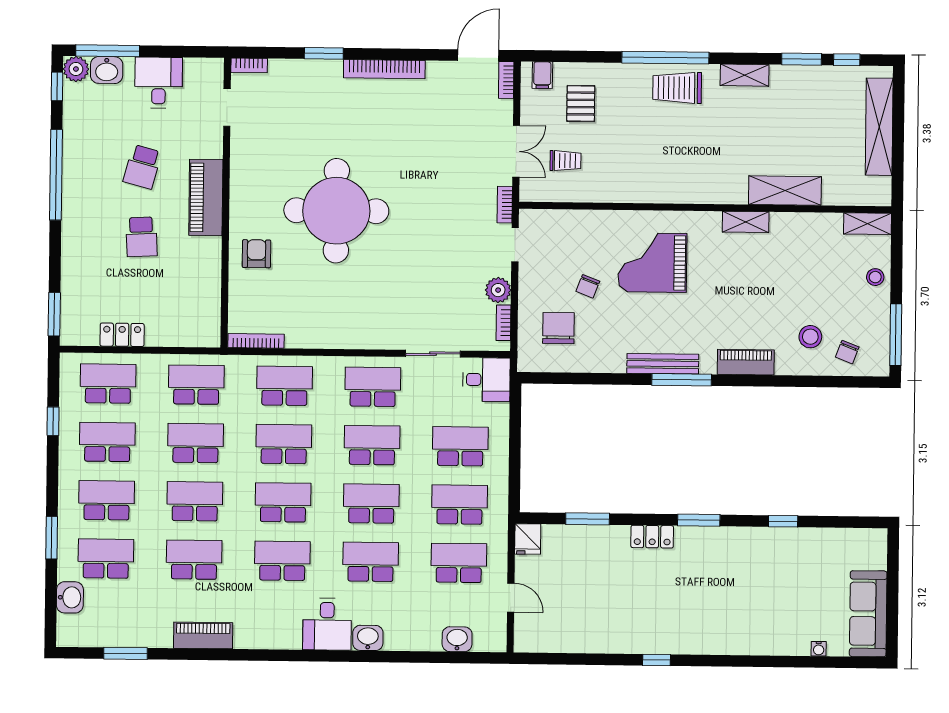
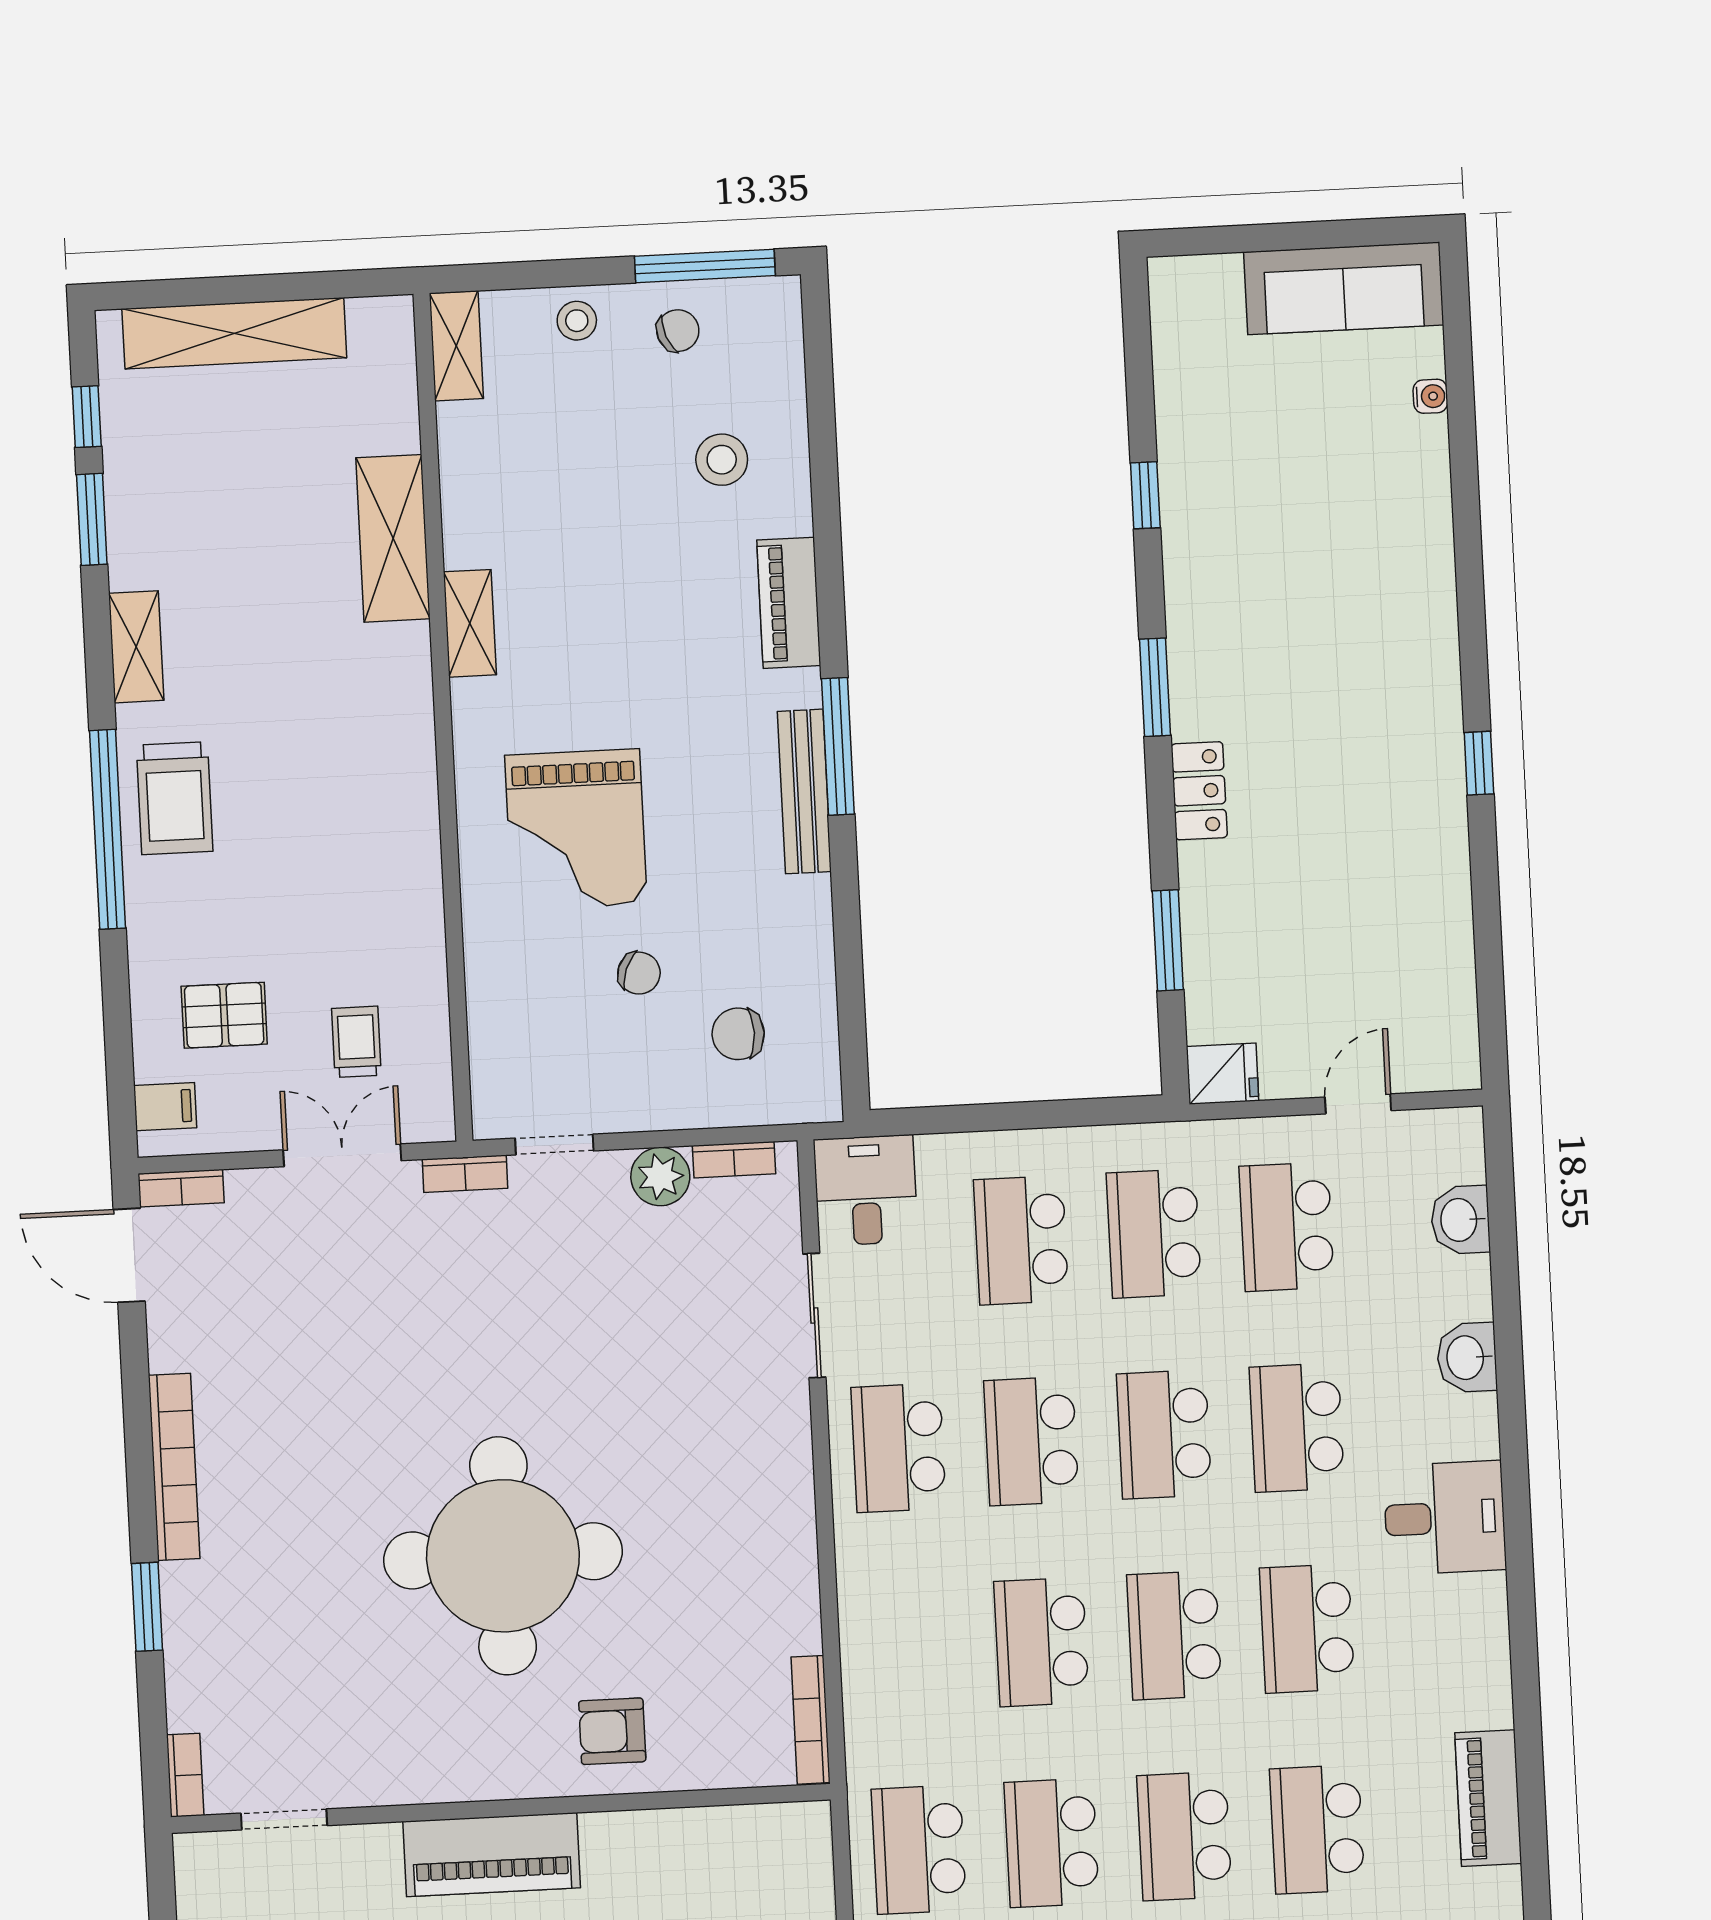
chair: (558, 328) -> (738, 1034), width x0.73, depth x0.73
chair: (847, 352) -> (678, 331), moved, turned -42
school desk: (284, 386) -> (909, 1649), removed
washbasin: (368, 638) -> (1467, 1358), moved

